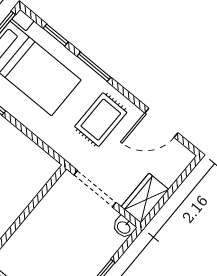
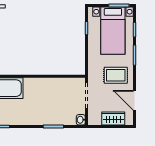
wardrobe: (145, 198) -> (113, 119), moved

